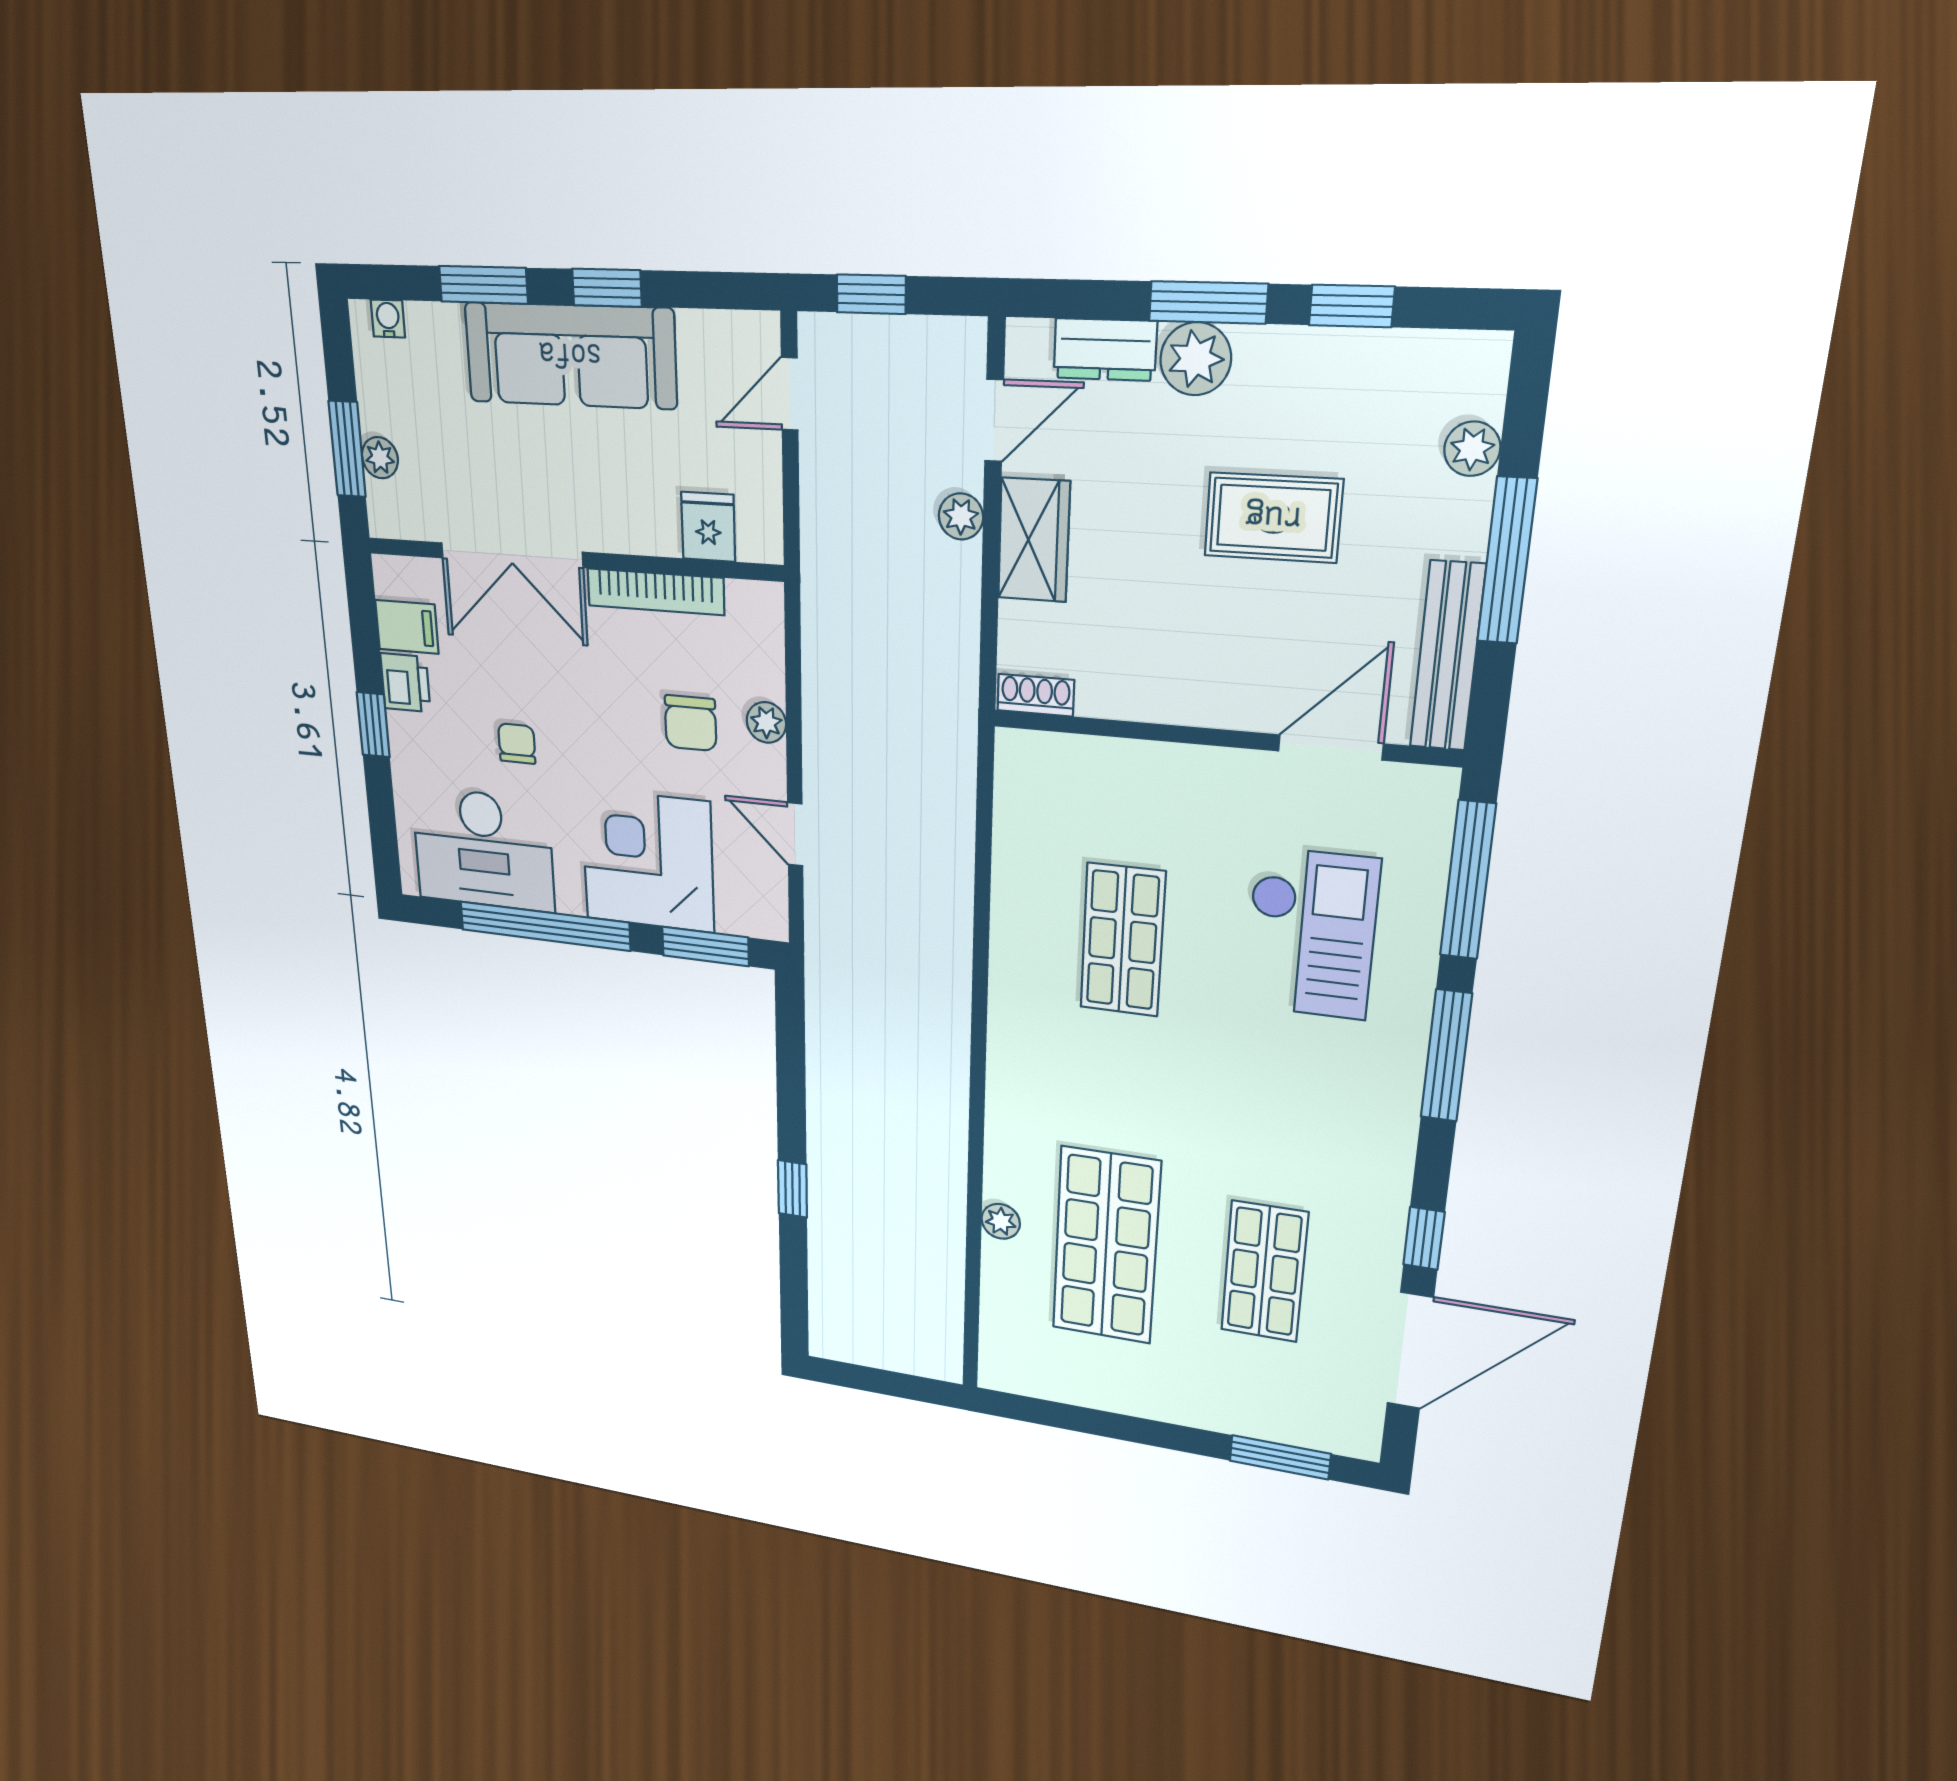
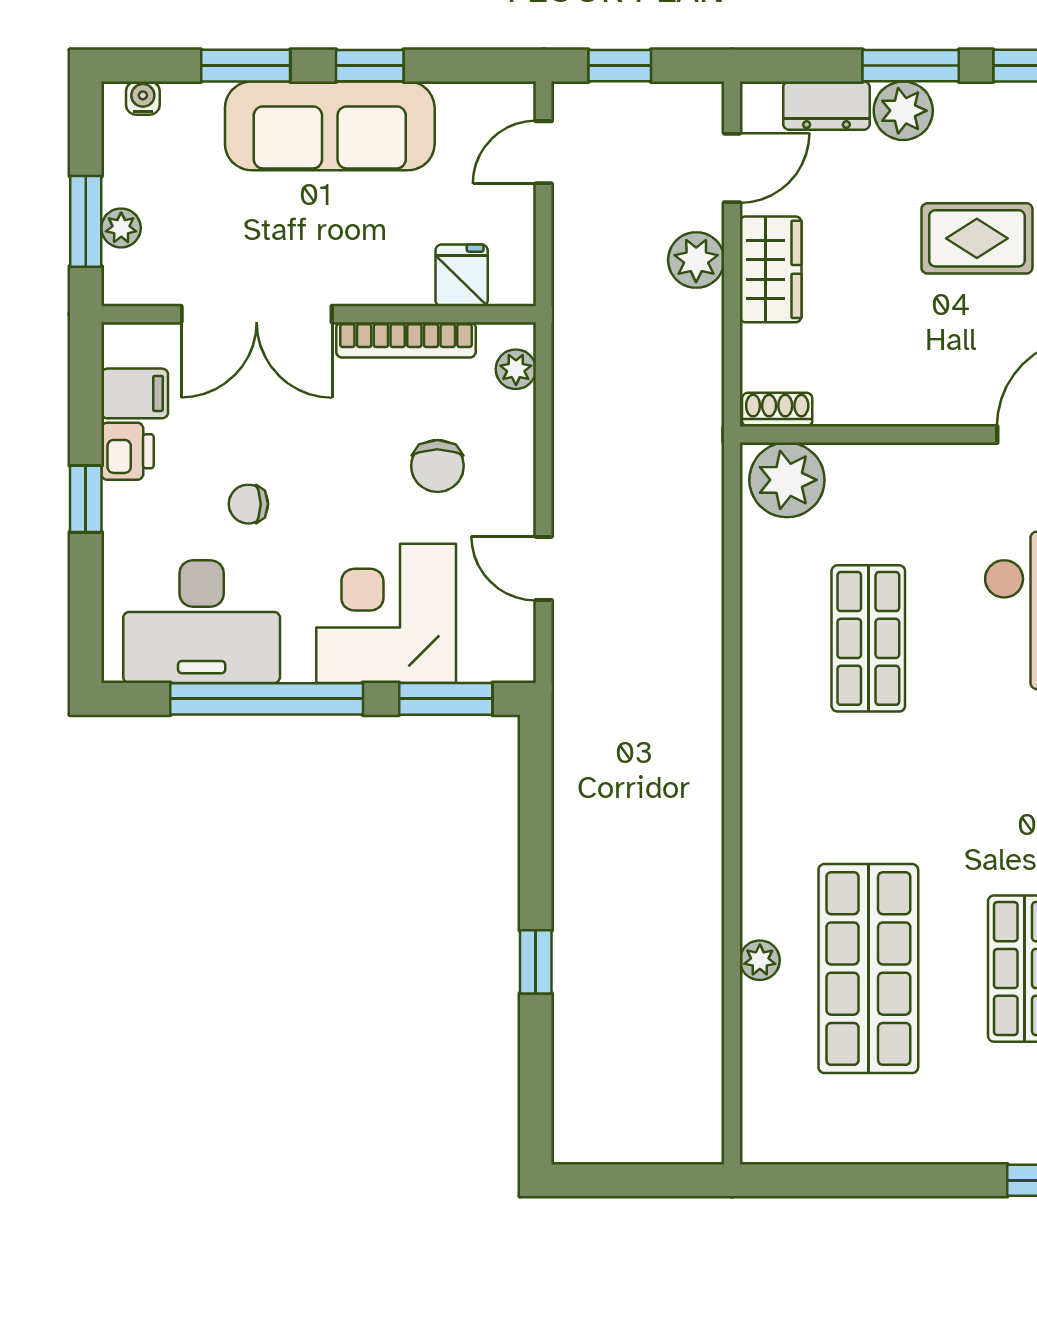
plant: (961, 516) -> (696, 260), width x1.38, depth x1.38
plant: (766, 722) -> (516, 369), moved
chair: (517, 744) -> (248, 504), turned -90
plant: (1044, 770) -> (787, 480), added

